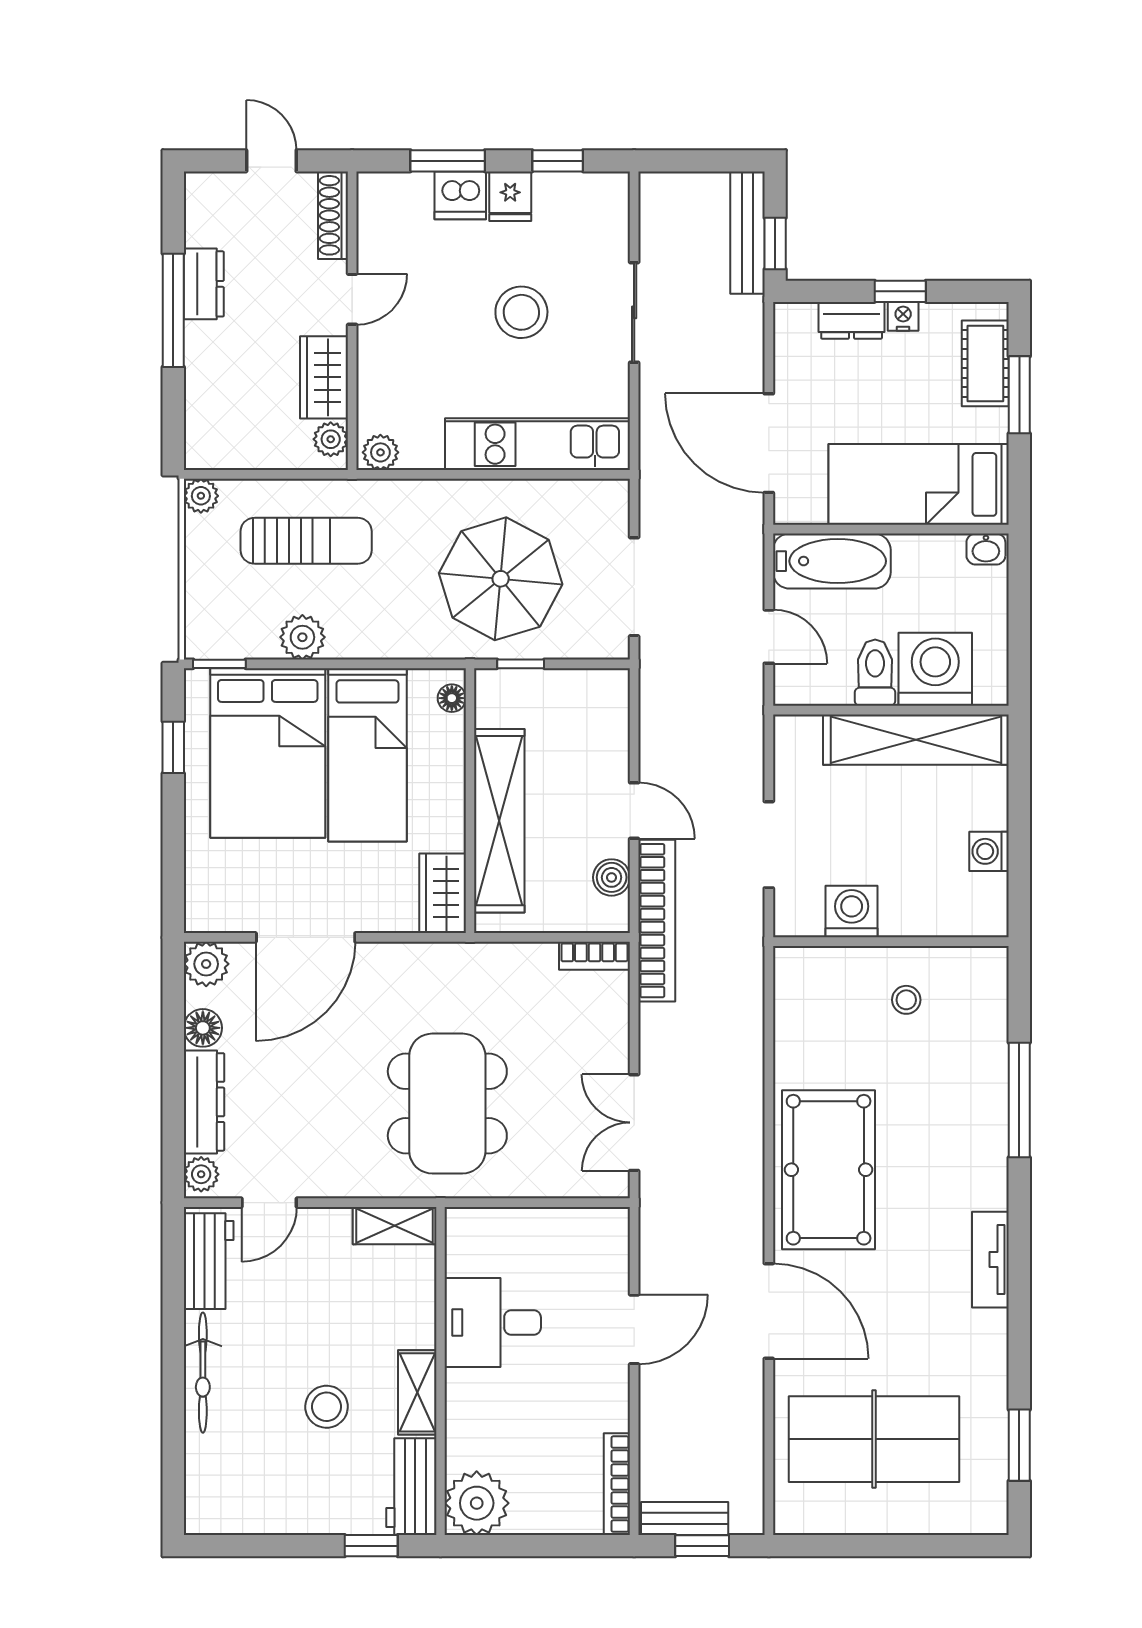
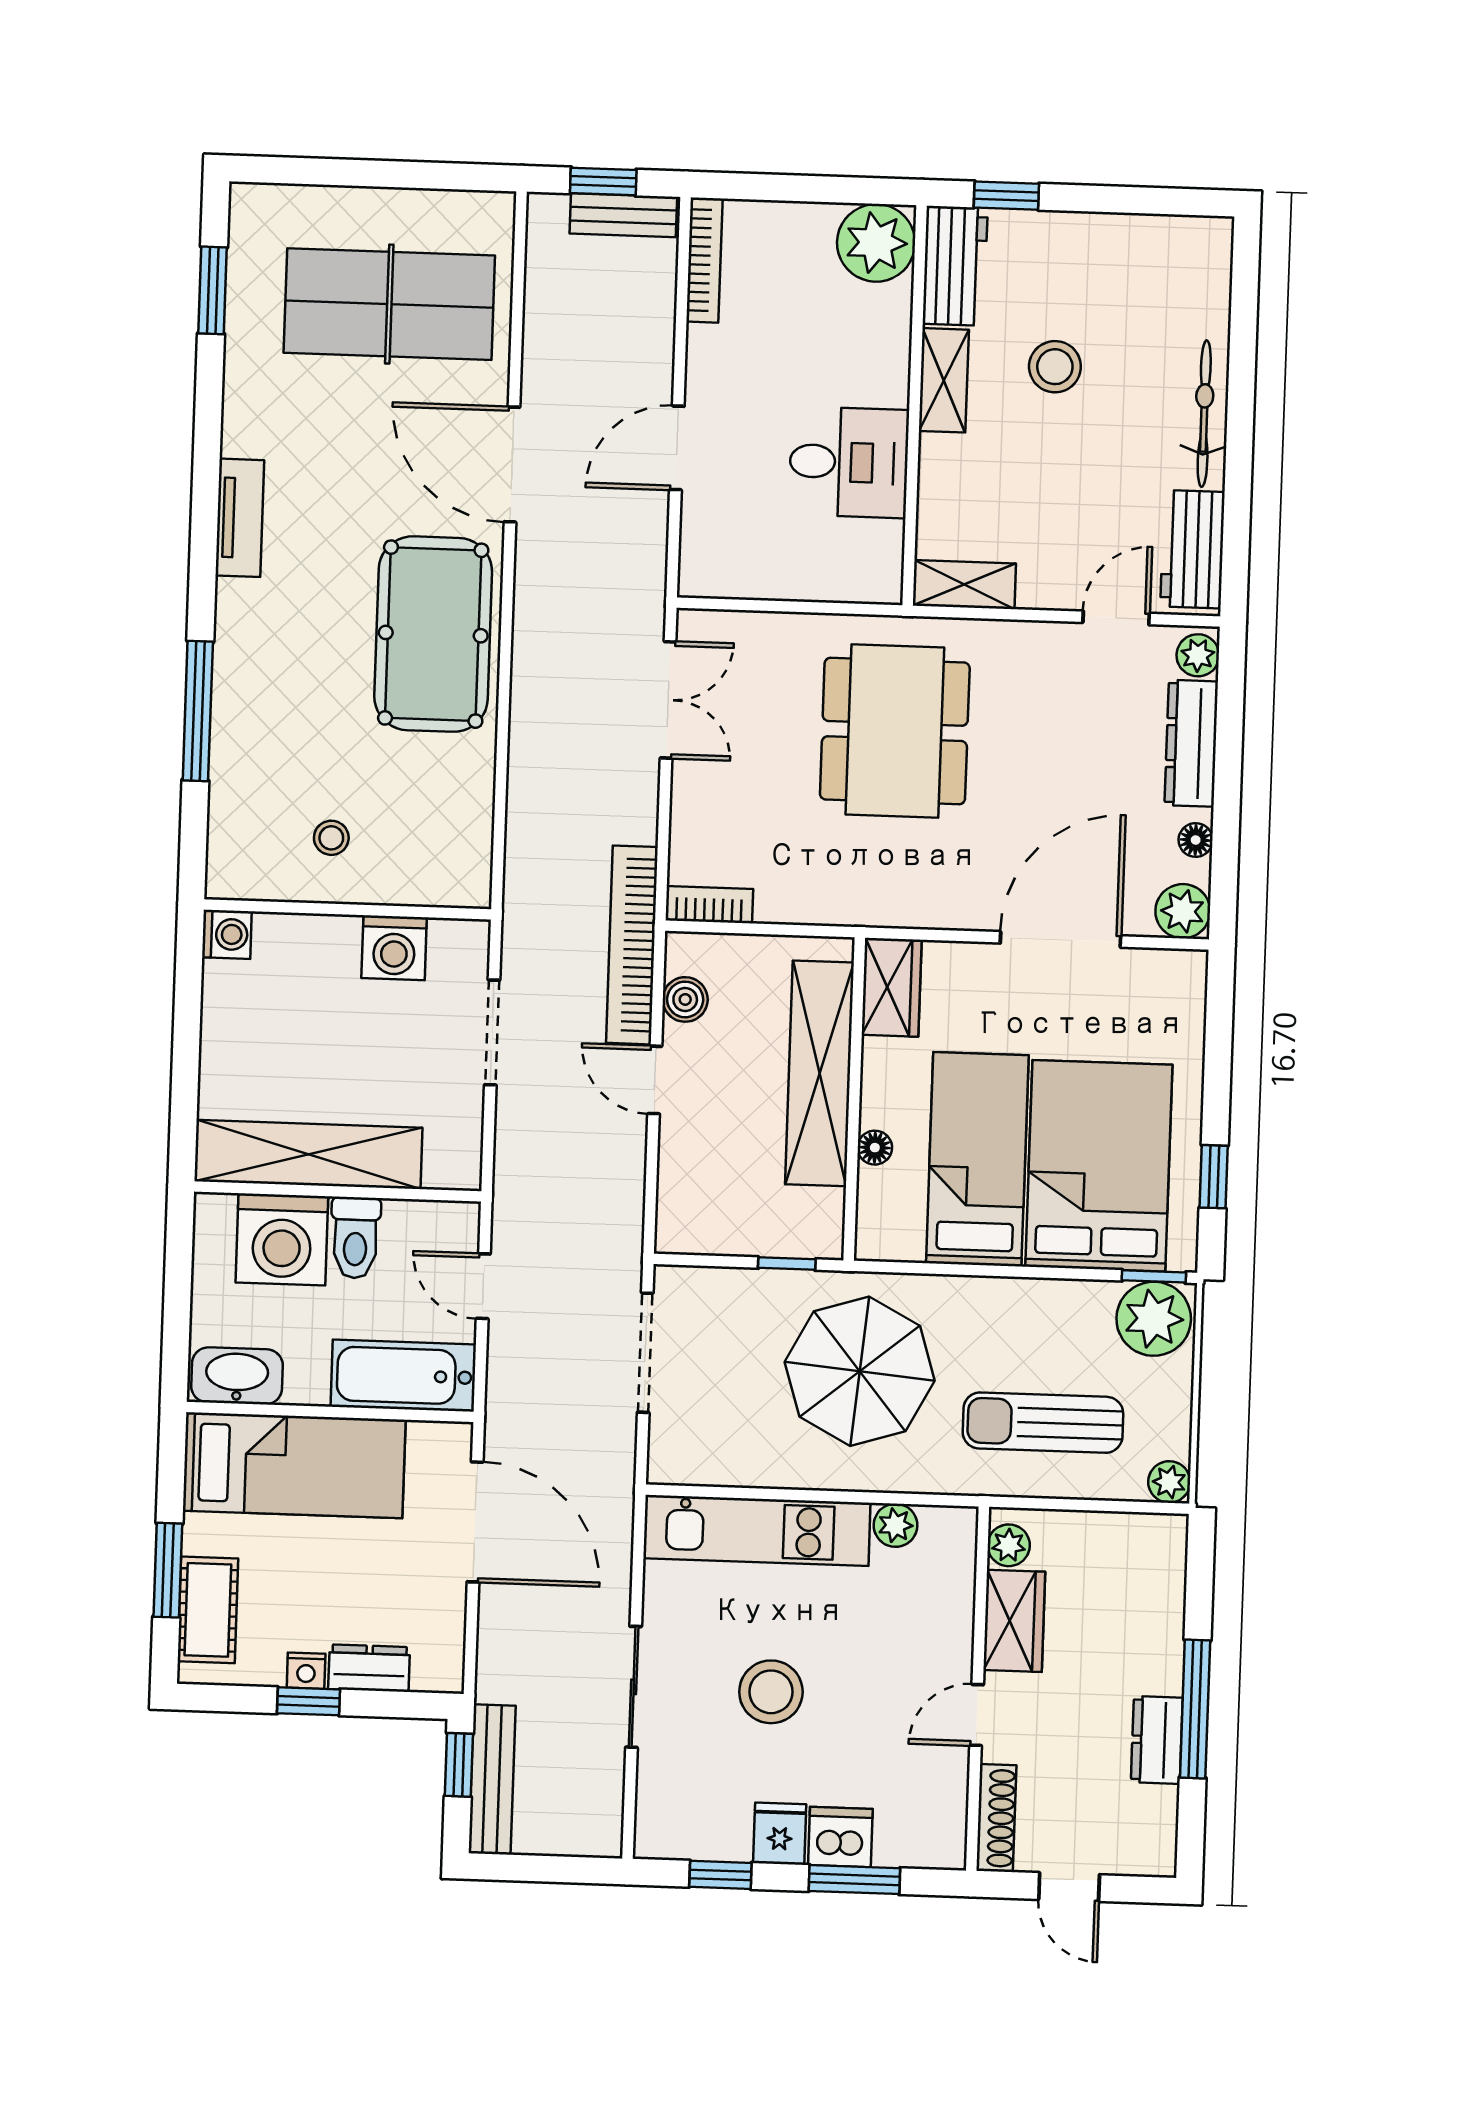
plant: (380, 452) -> (896, 1525), moved
washbasin: (986, 549) -> (237, 1376), width x1.91, depth x1.45
parasol: (501, 579) -> (860, 1371), moved
plant: (302, 637) -> (1154, 1319), moved, width x1.36, depth x1.36
floor lamp: (452, 698) -> (875, 1148), moved
washing machine: (989, 851) -> (227, 934), moved
floor lamp: (203, 1028) -> (1196, 840), width x0.73, depth x0.73

